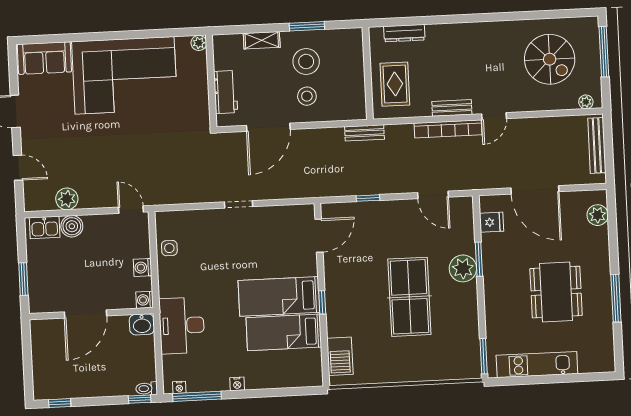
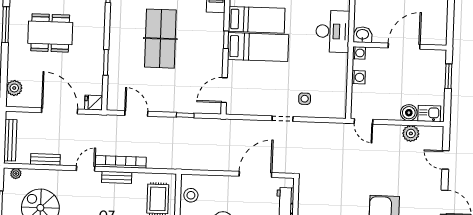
stool: (307, 96) -> (191, 195), moved
bench: (364, 133) -> (45, 159), moved
fridge: (492, 222) -> (94, 103), moved
side table: (169, 248) -> (305, 99), moved
plant: (463, 268) -> (118, 56), removed
dining table: (556, 292) -> (50, 33), turned 90

